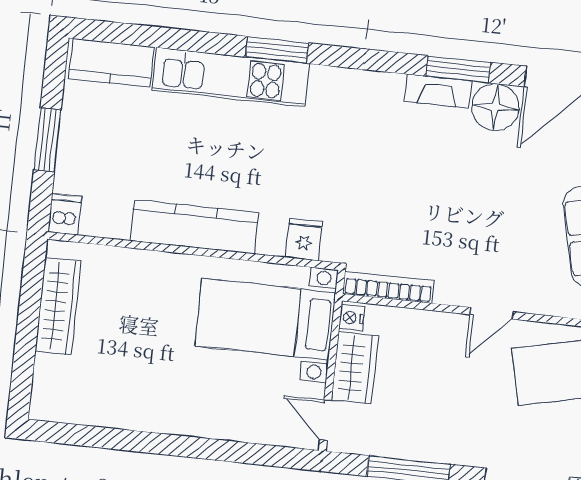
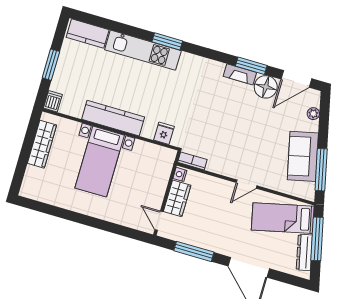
bookcase: (388, 287) -> (192, 161), width x0.64
bed with nightstands: (265, 319) -> (100, 162), moved, turned -90

